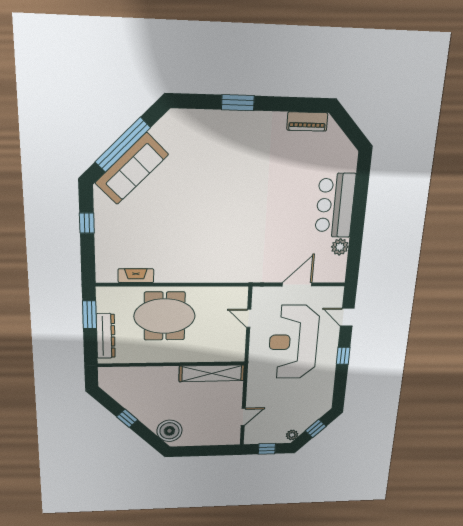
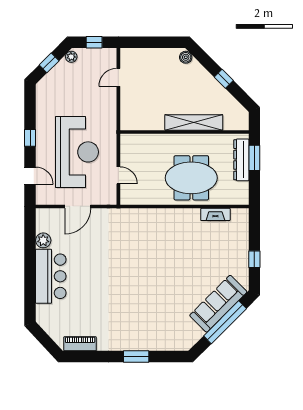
window: (90, 315) -> (254, 158), moved
shelving: (212, 373) -> (194, 122), moved
boiler: (169, 431) -> (186, 57), width x0.54, depth x0.54

